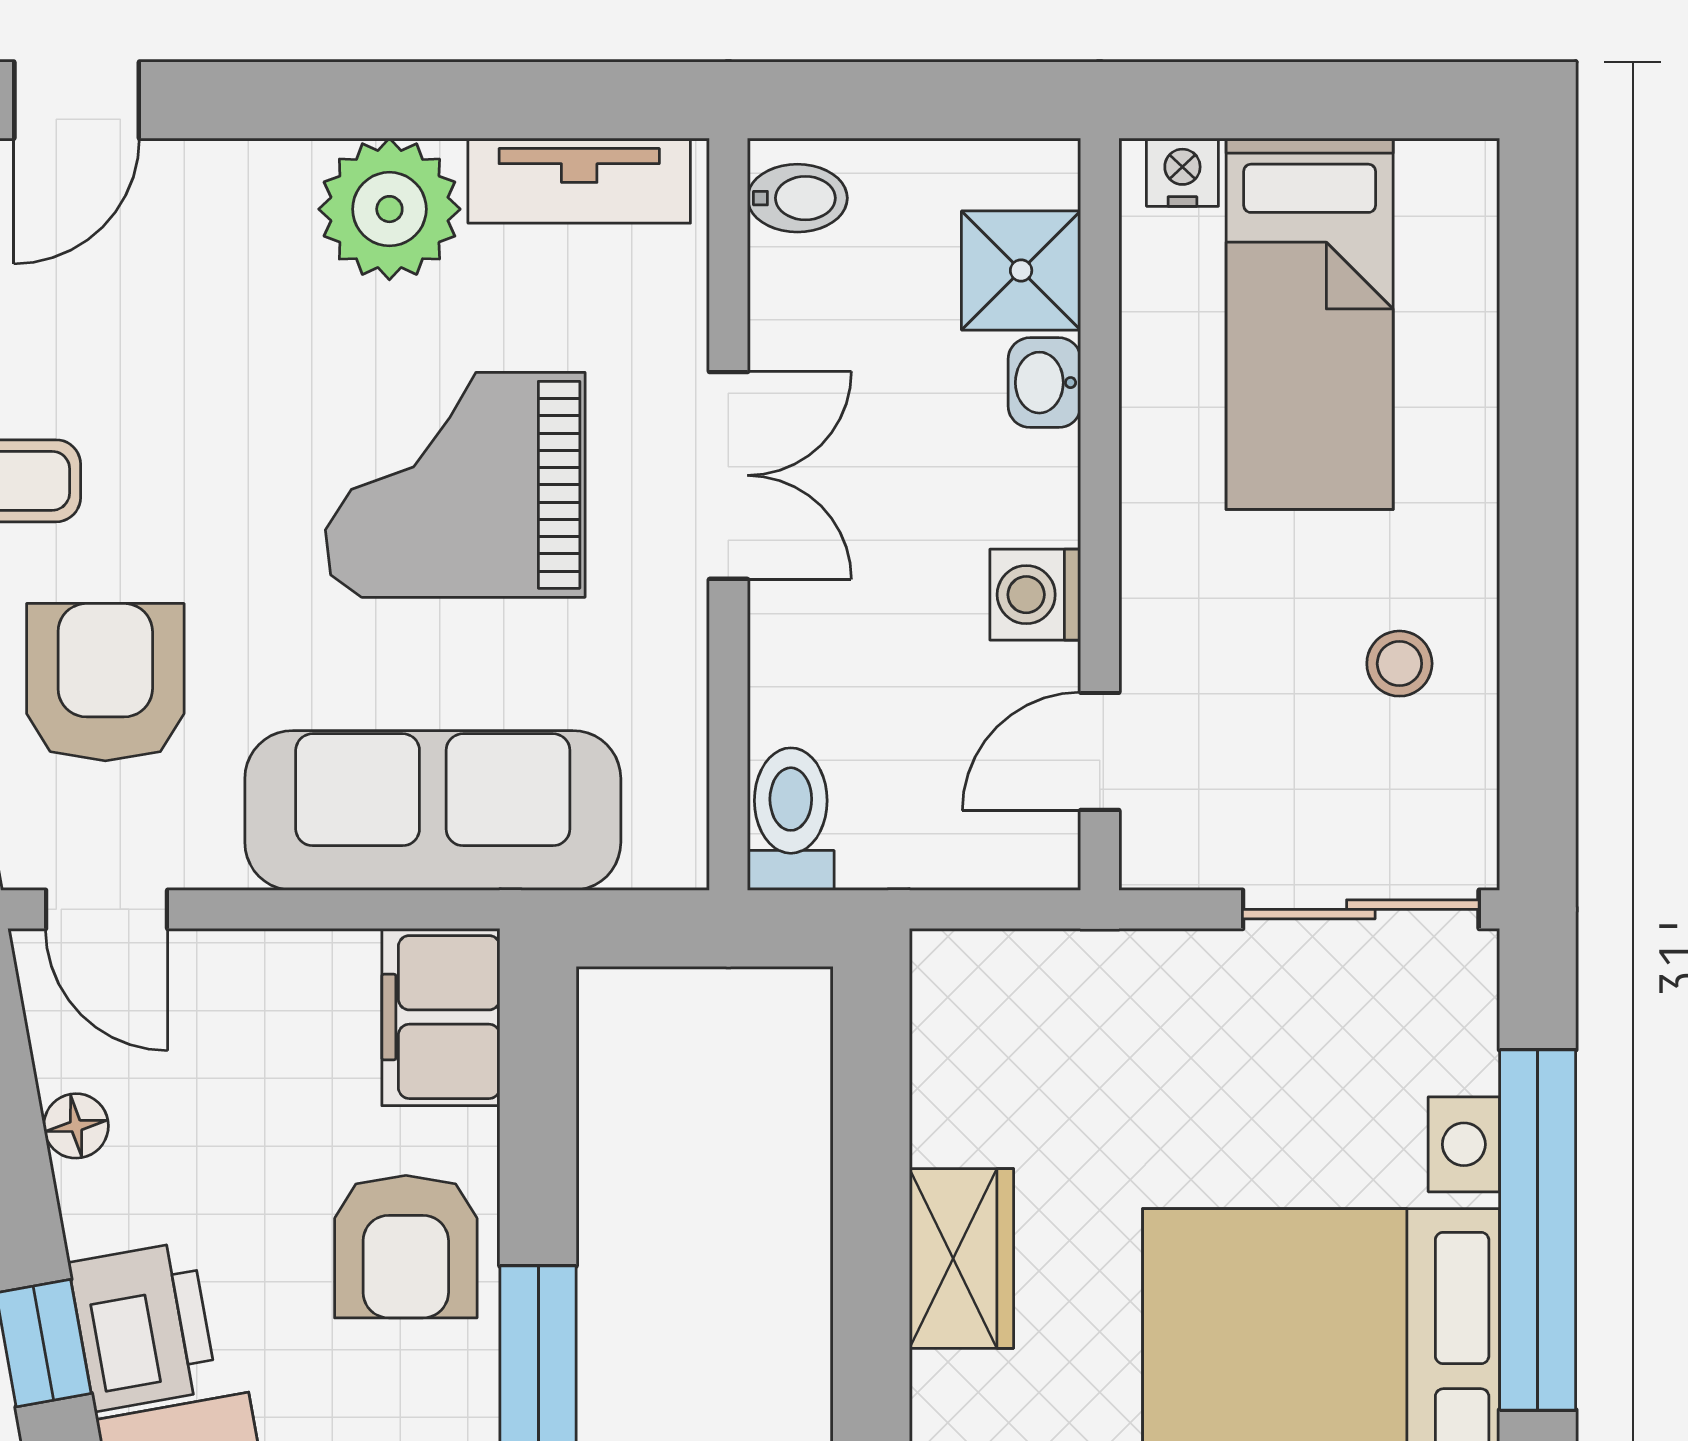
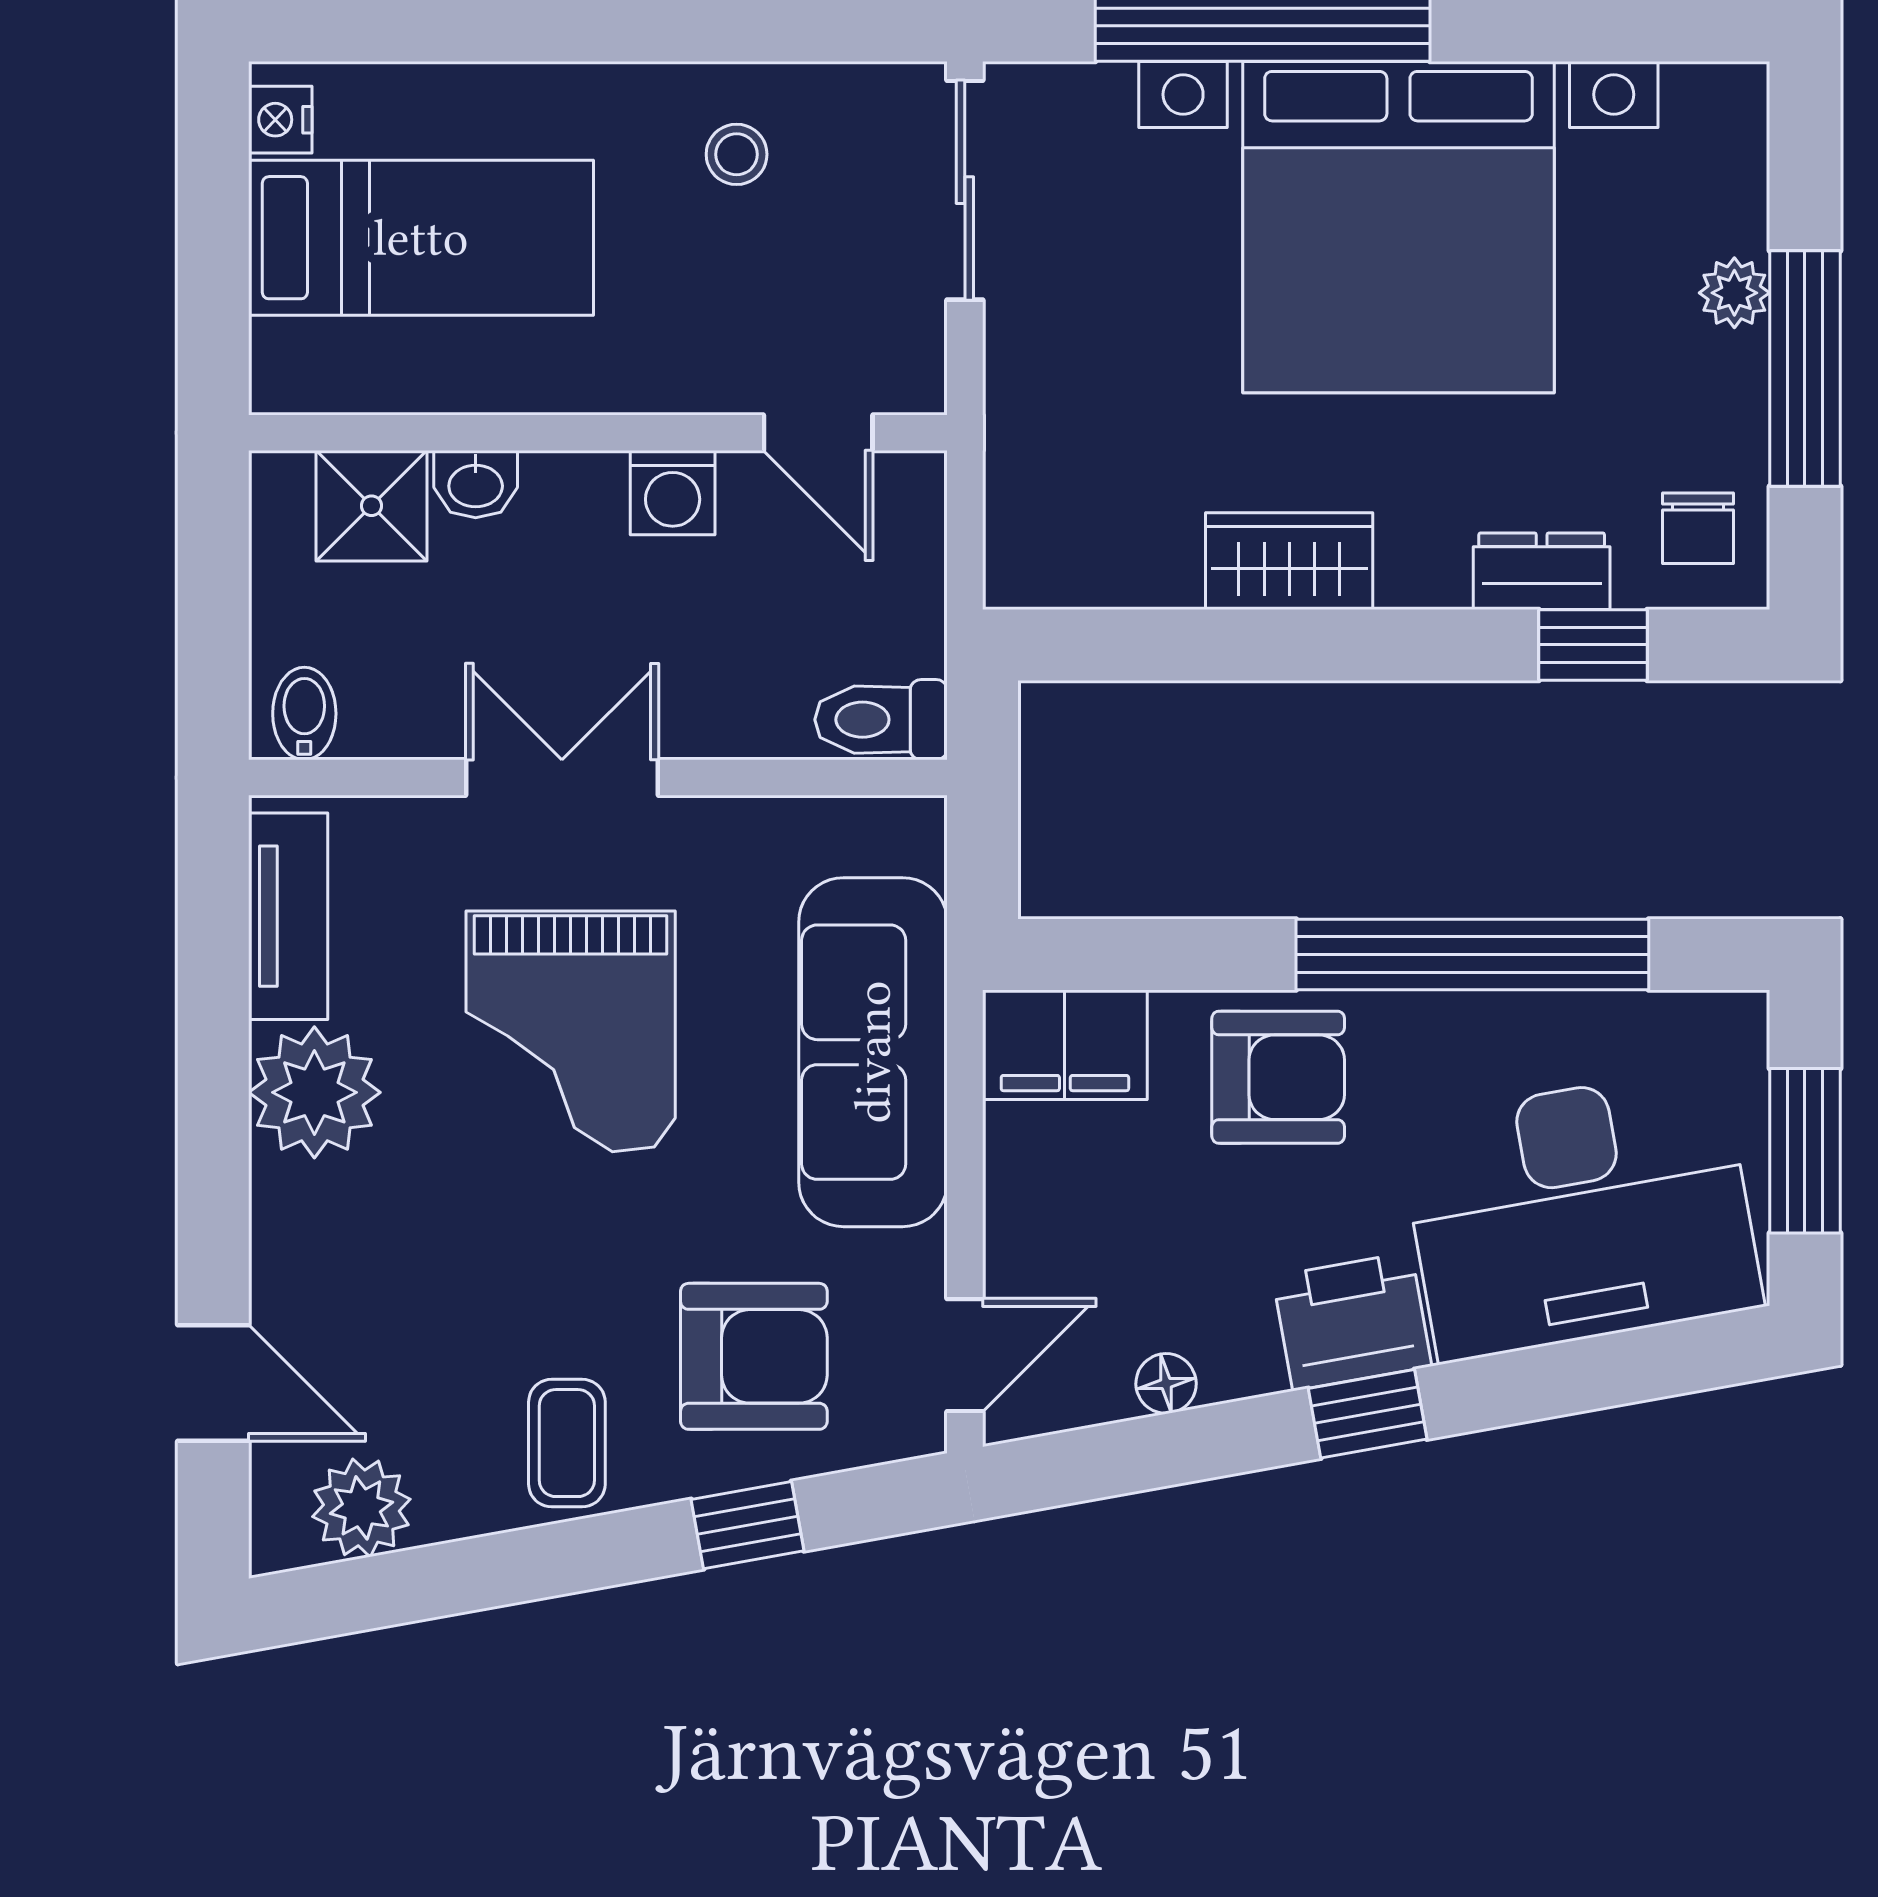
nightstand: (1182, 172) -> (280, 120), moved
armchair: (105, 682) -> (754, 1356), turned 180

